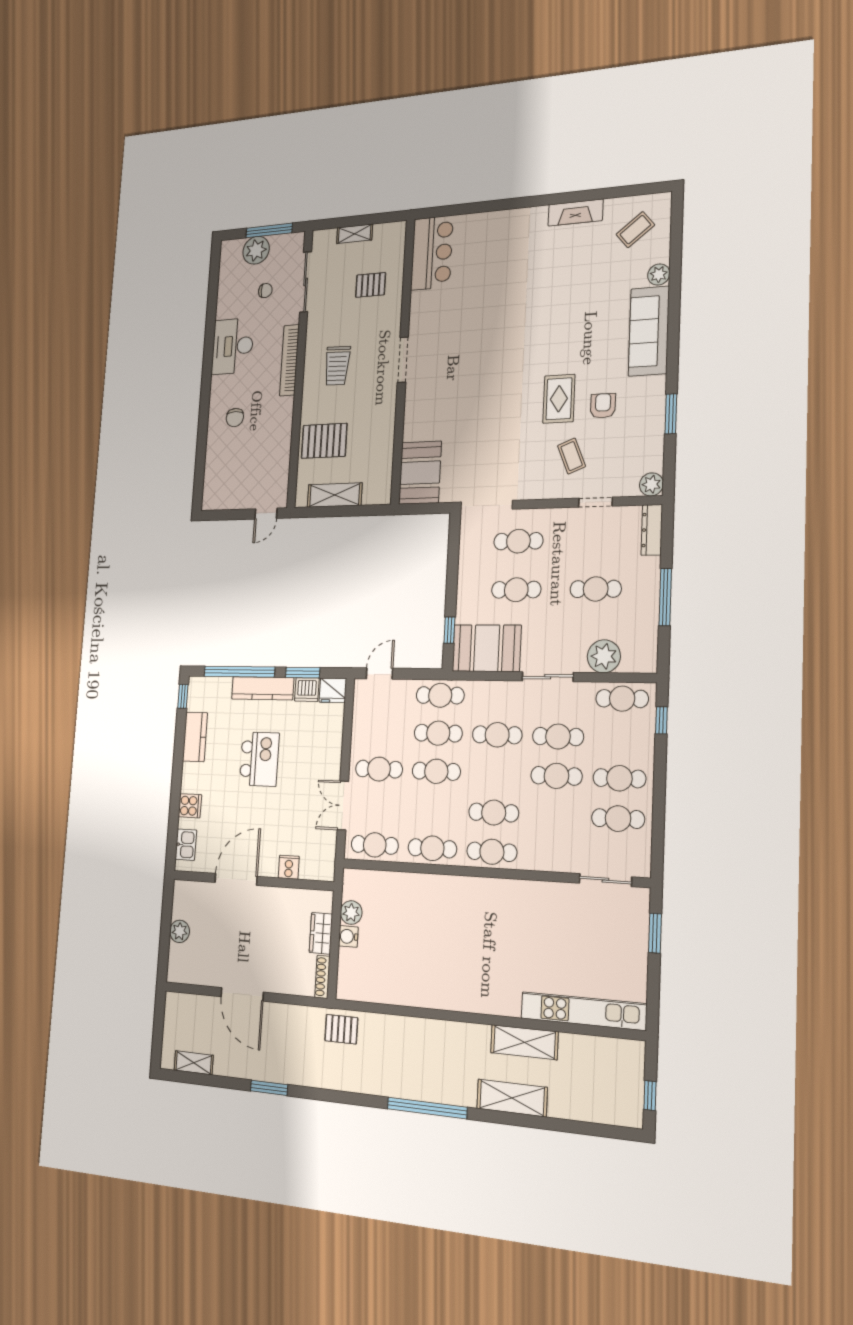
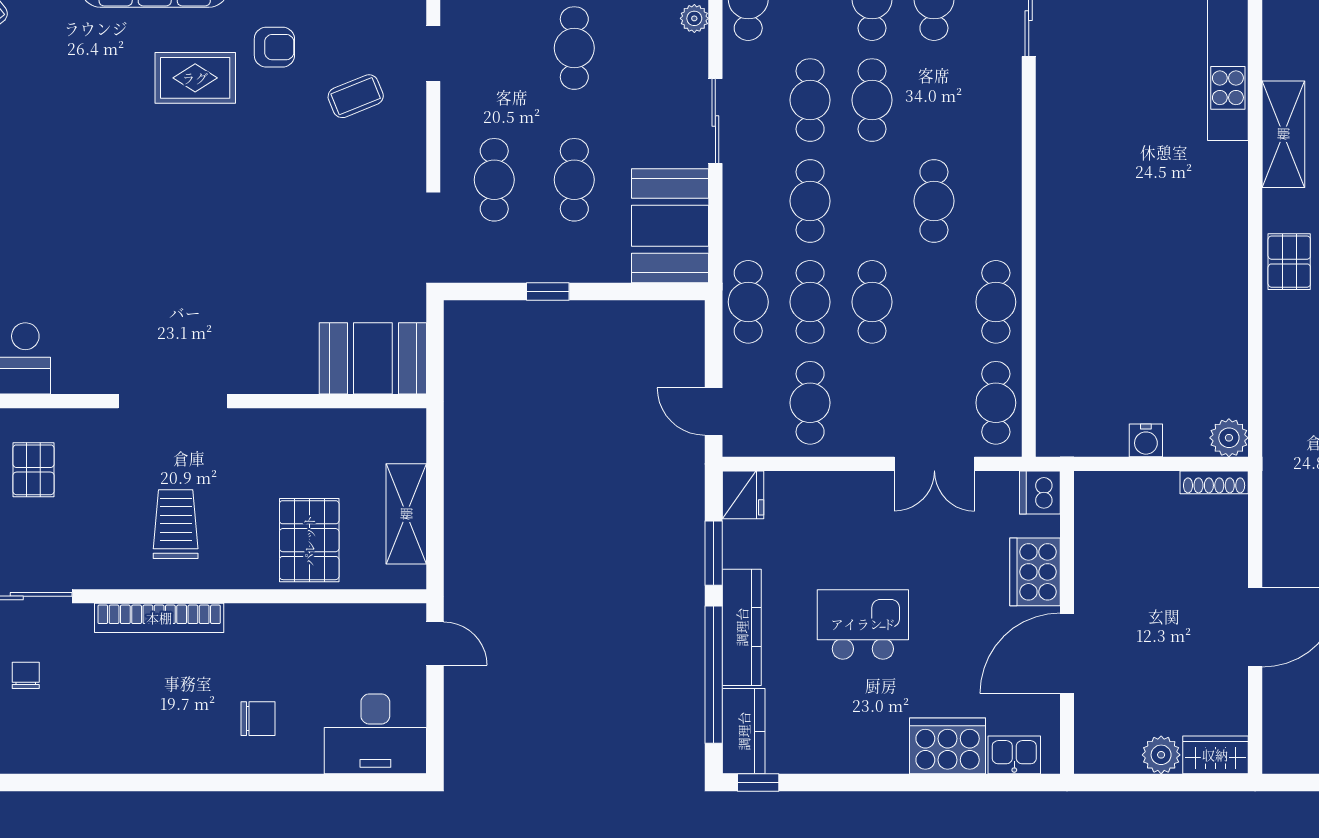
desk: (233, 346) -> (375, 734), moved
doorway: (403, 360) -> (173, 401), width x1.36
trolley: (337, 366) -> (176, 524), turned -92
rug: (559, 399) -> (195, 78), moved
armchair: (603, 406) -> (274, 47), turned 180
window: (449, 630) -> (548, 292), moved
plant: (604, 656) -> (694, 18), width x0.53, depth x0.53
dishwasher: (307, 690) -> (1040, 492), moved, turned 180
kitchen counter: (195, 737) -> (744, 731), moved, turned 90
cafe table: (379, 769) -> (810, 403), moved
cooker: (190, 806) -> (948, 746), width x1.87, depth x1.31
cafe table: (492, 852) -> (996, 201), removed
cooker: (289, 867) -> (1035, 572), width x1.87, depth x1.31
door: (236, 879) -> (1067, 653), hinge flipped
plant: (351, 913) -> (1229, 438), moved
wardrobe: (321, 933) -> (1215, 755), moved, turned 180
pallet: (341, 1029) -> (1289, 262), moved

